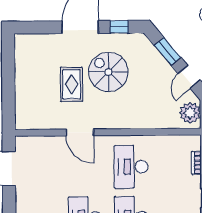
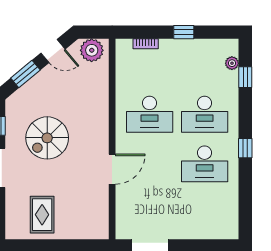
rug: (72, 84) -> (42, 215), moved, turned 90

